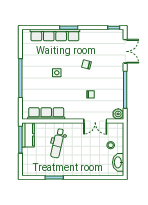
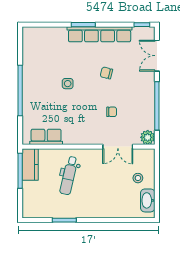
row of seats: (55, 35) -> (100, 34), moved
double door: (125, 51) -> (157, 56), swing flipped
row of seats: (46, 114) -> (46, 137), width x0.68

